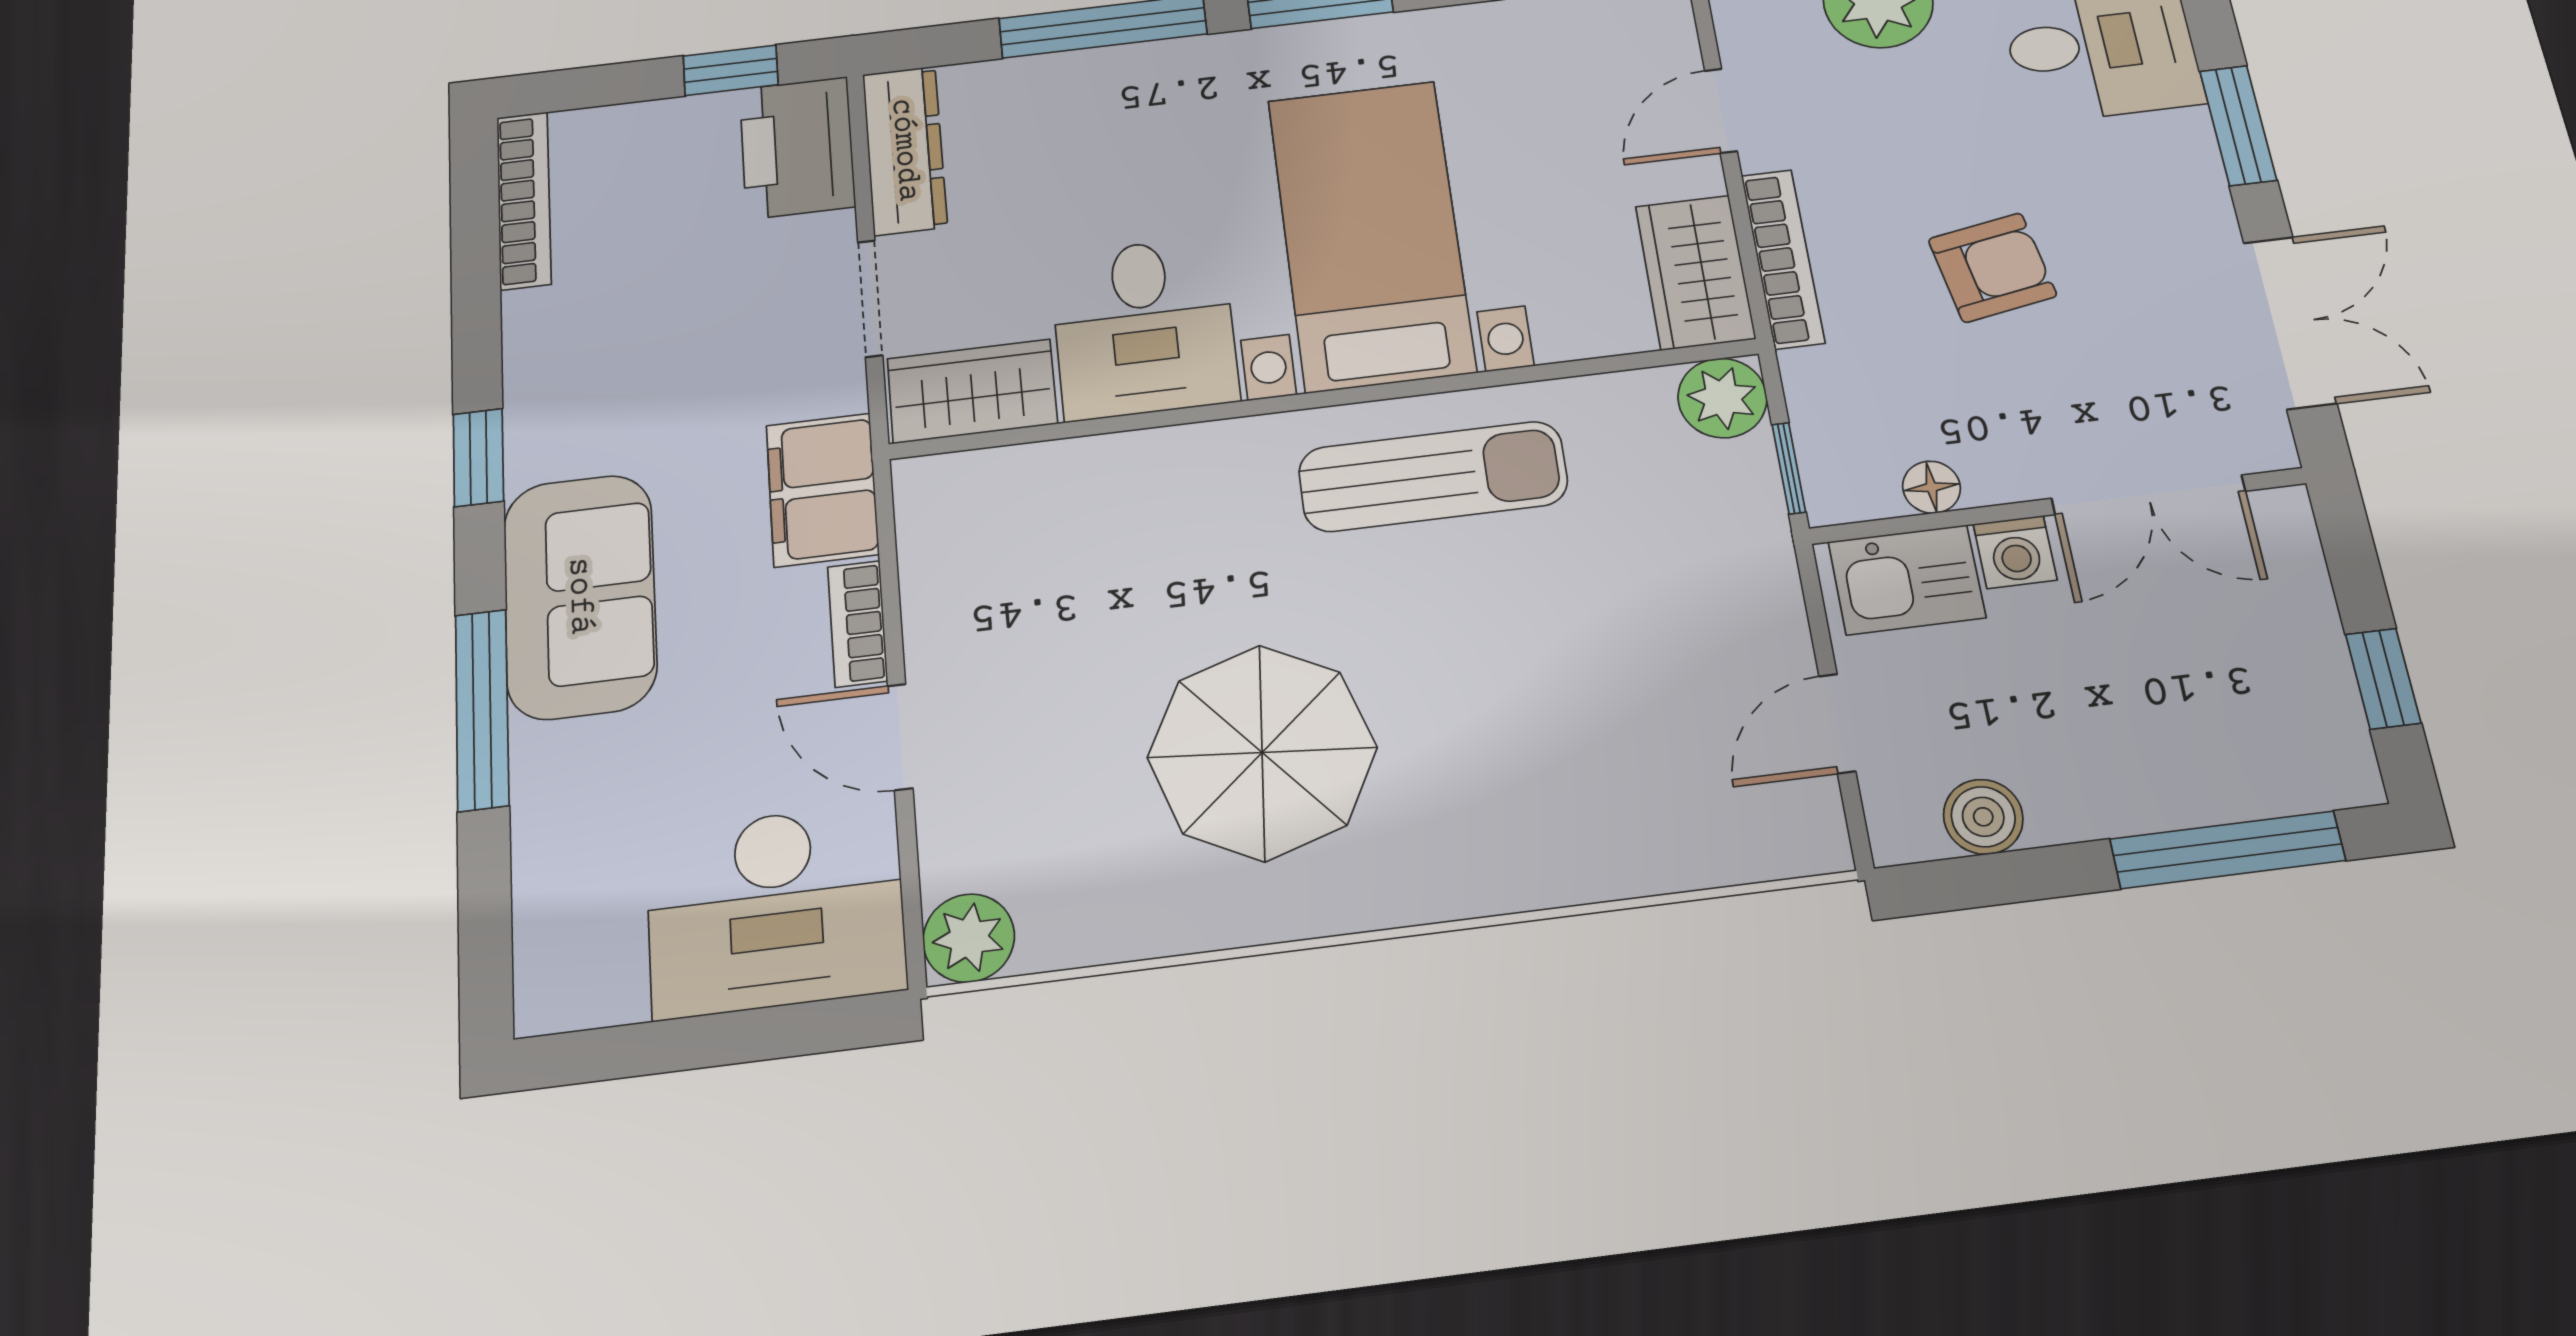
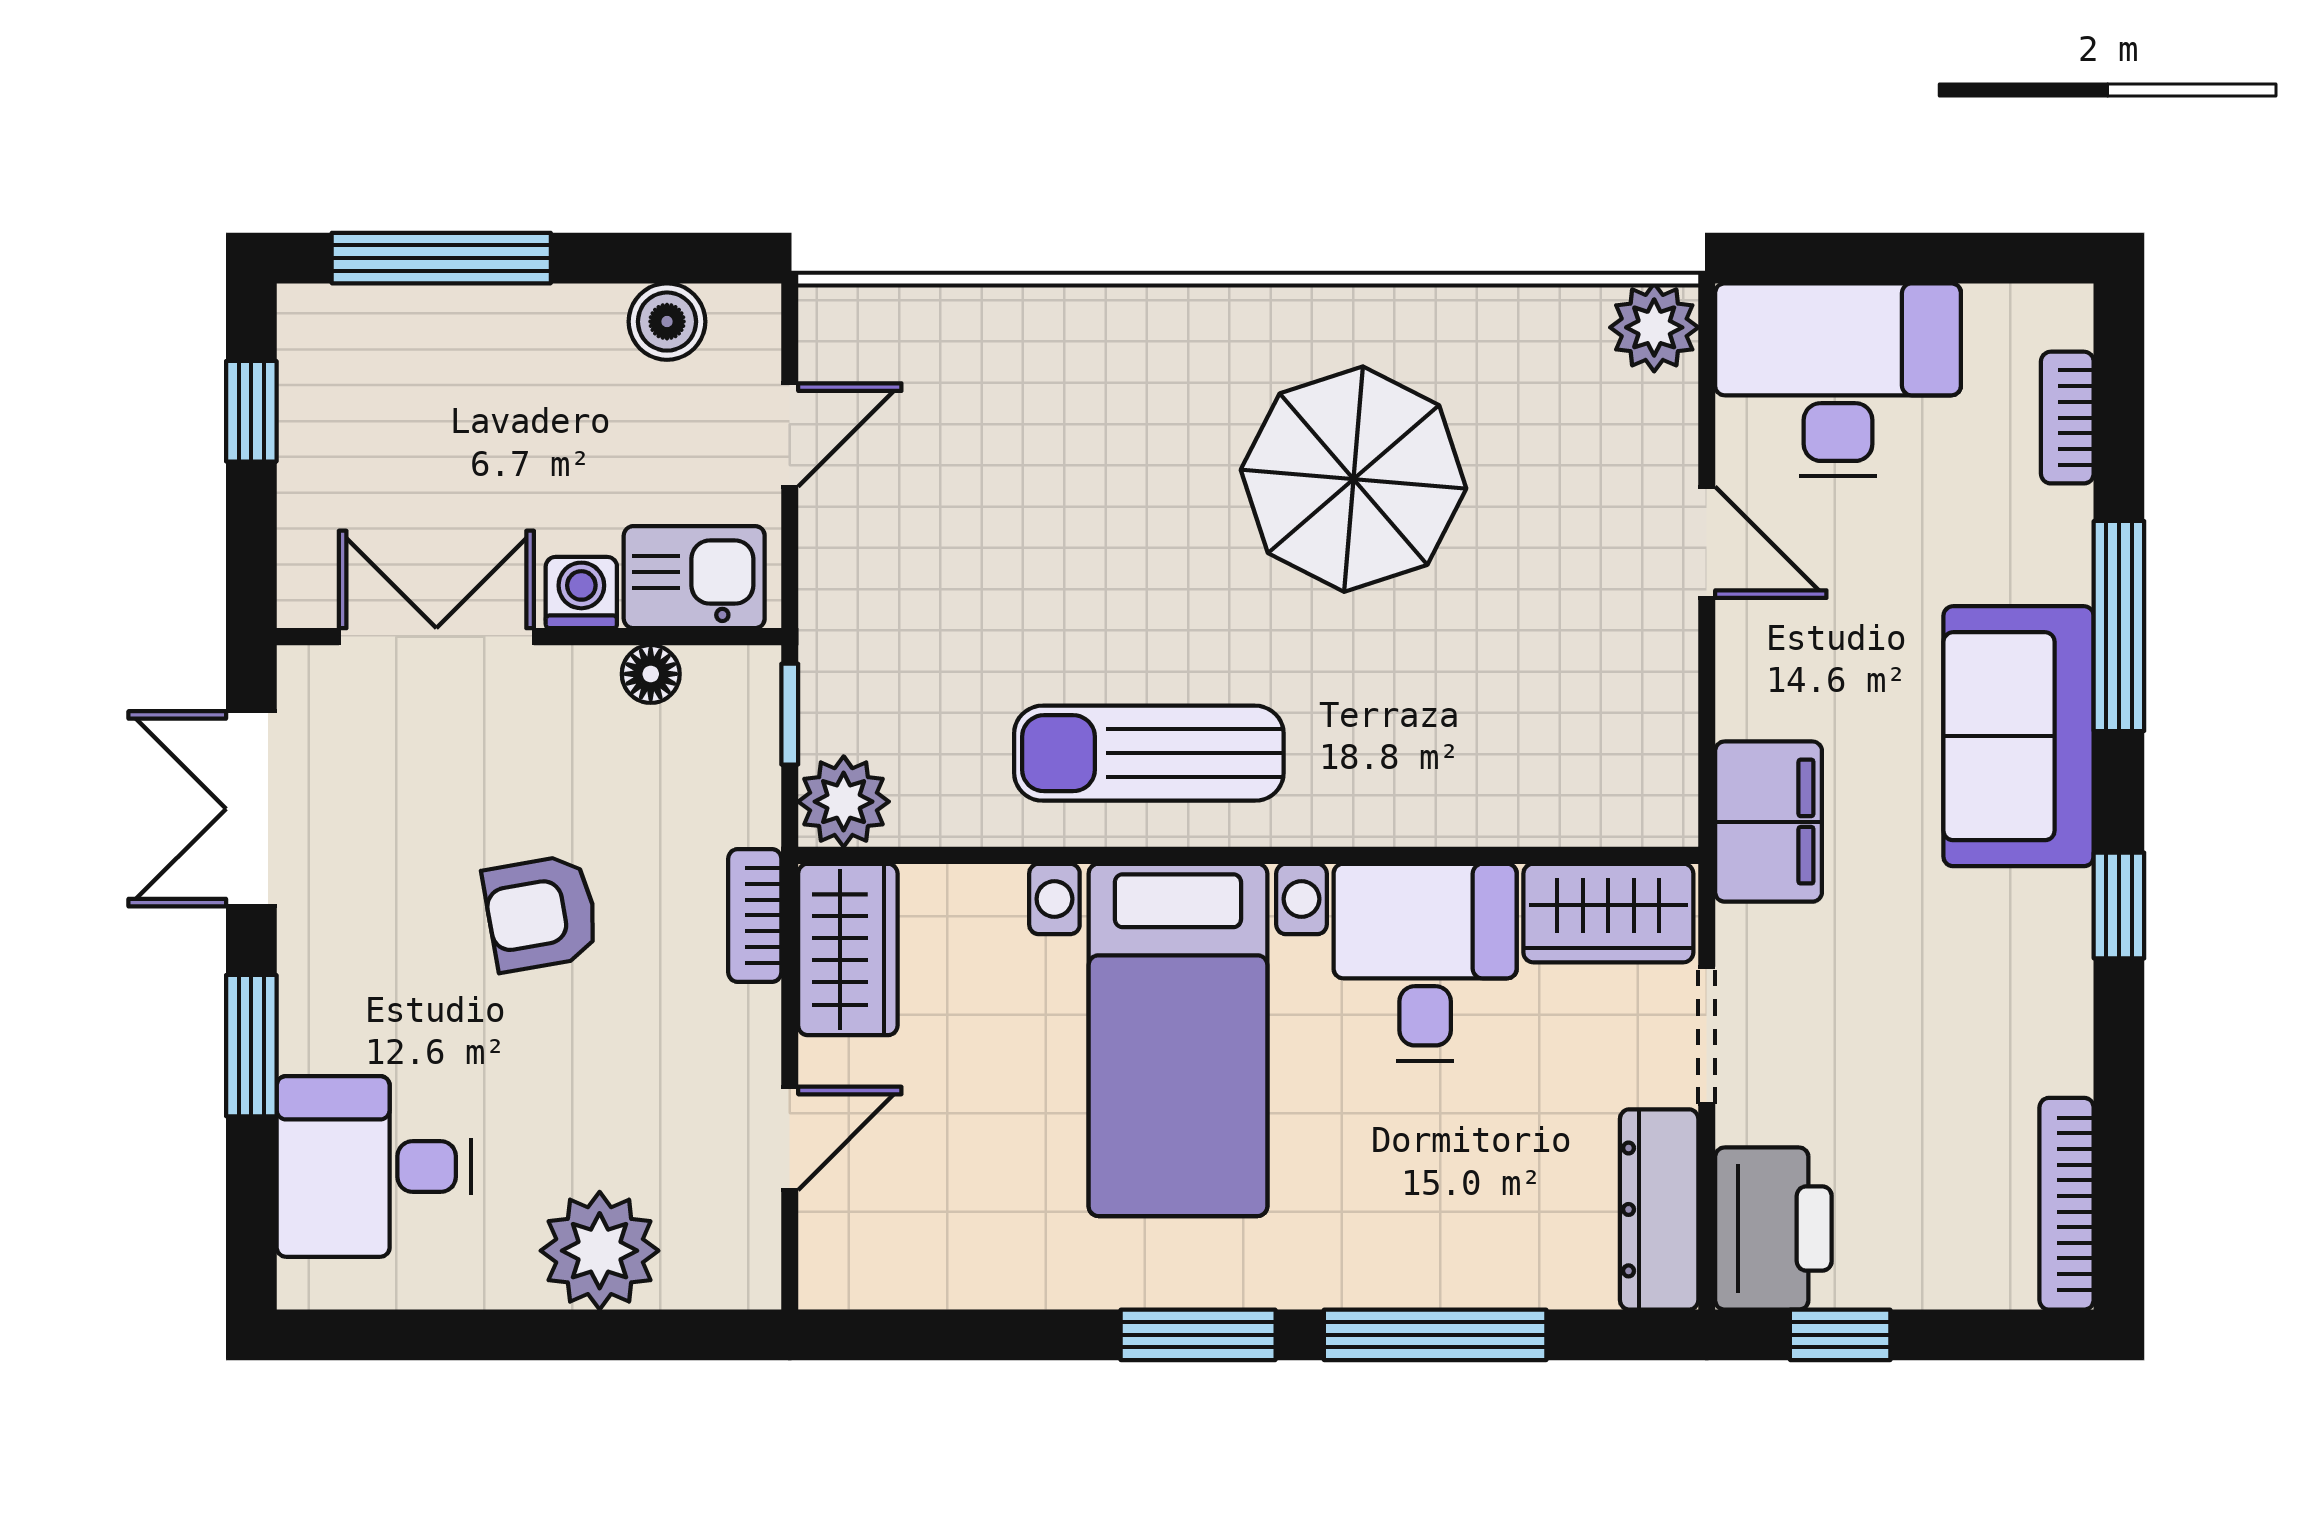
bookcase: (1783, 259) -> (755, 915), width x0.64
bookcase: (858, 624) -> (2067, 418), moved, turned 180

